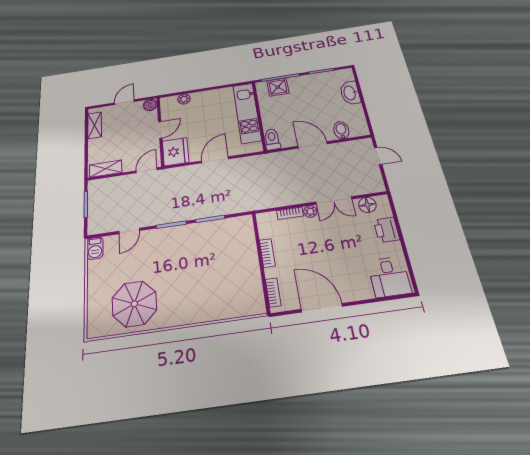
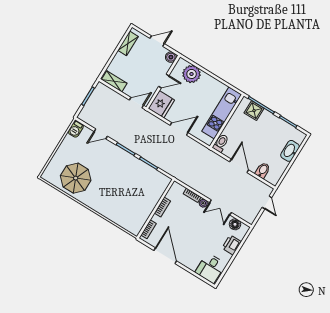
plant: (184, 99) -> (192, 74), width x1.87, depth x1.87

